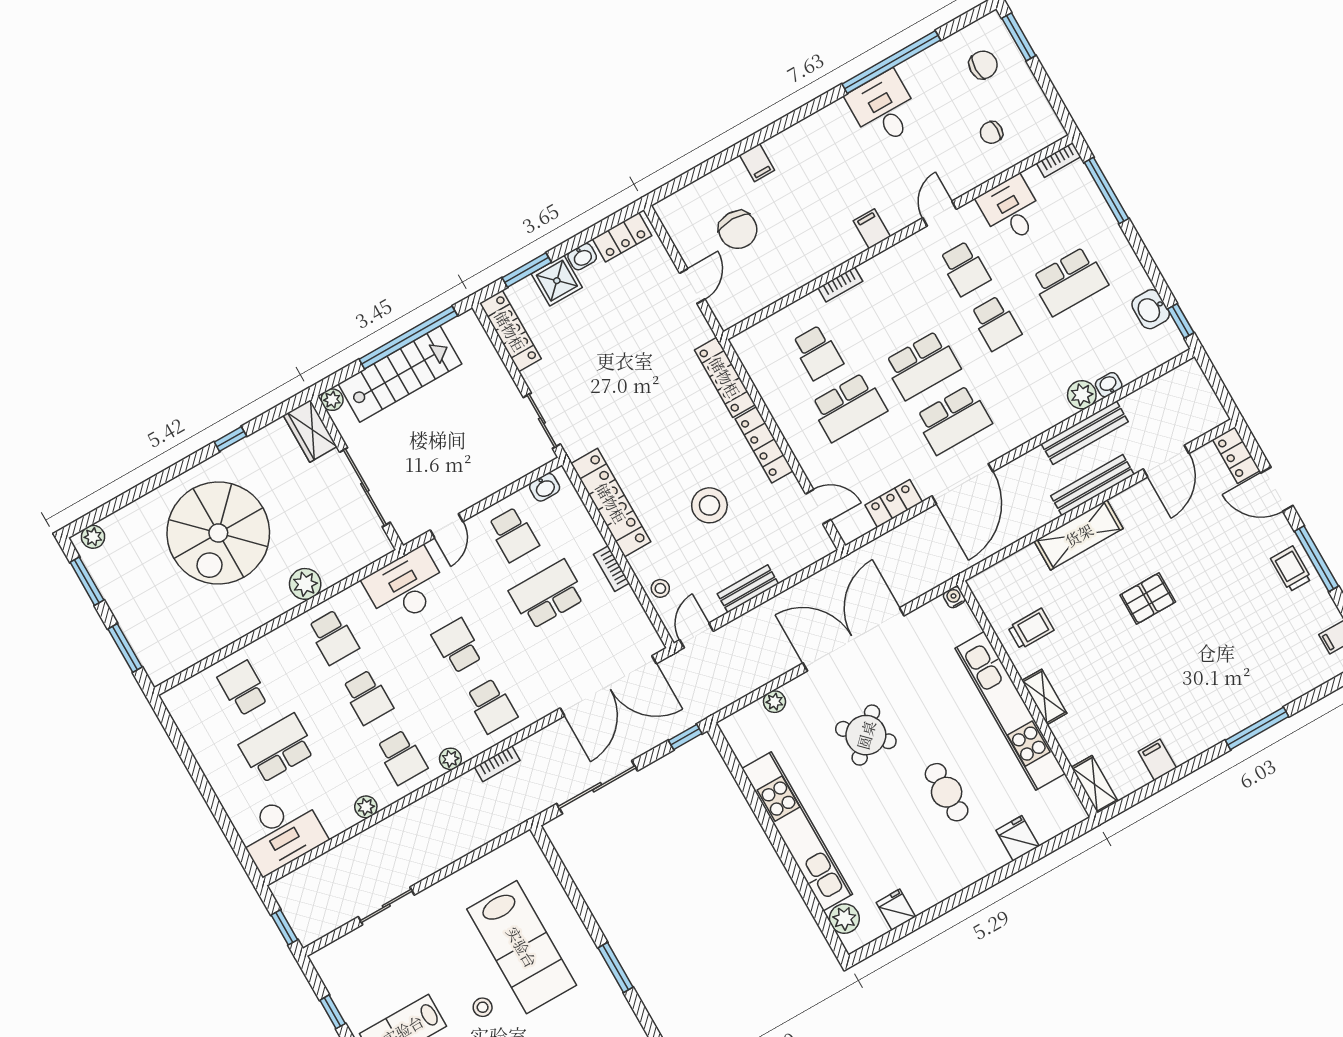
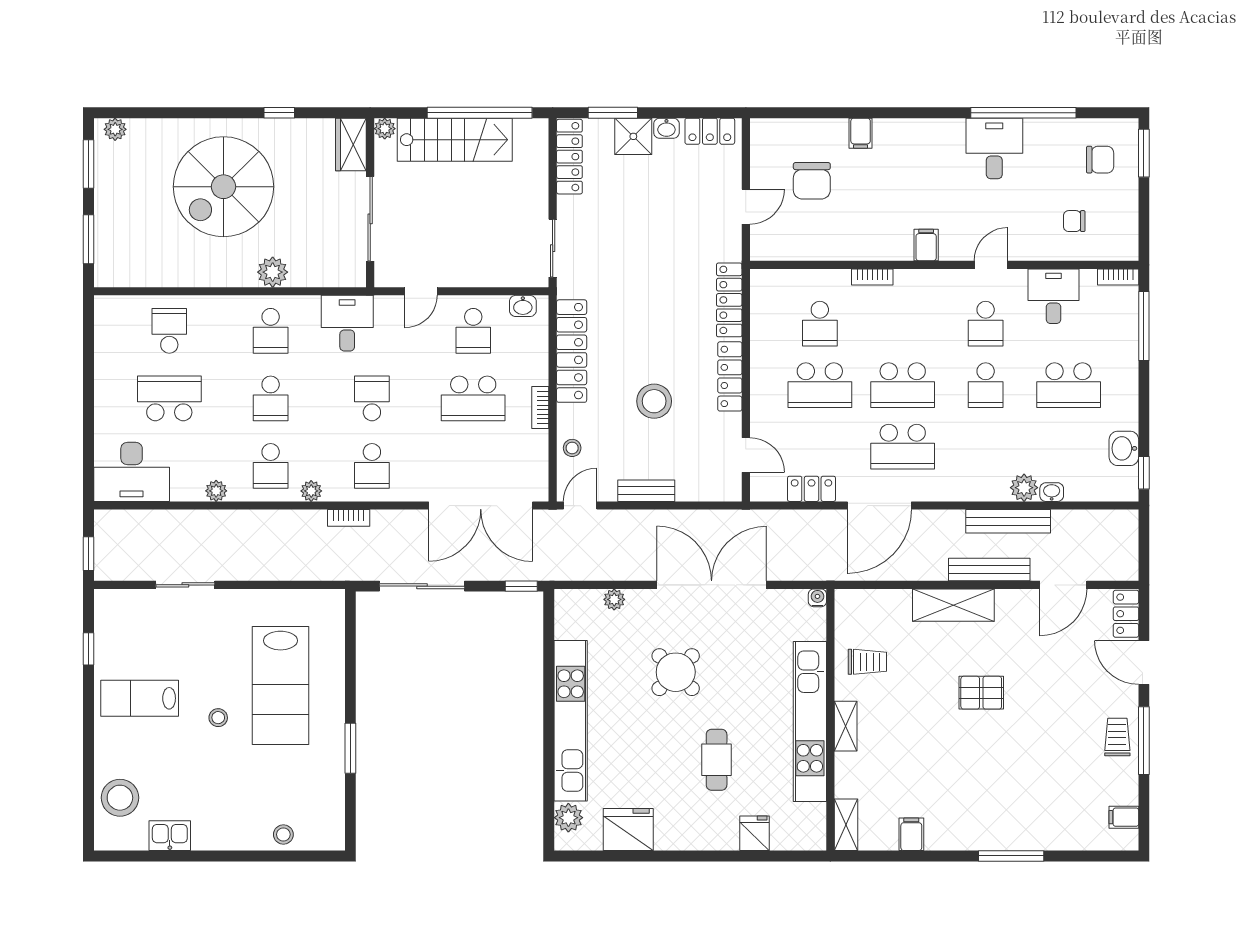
desk: (406, 587) -> (347, 323), width x0.73
school desk: (547, 594) -> (473, 398), turned 180
fridge: (896, 910) -> (628, 830), width x1.88, depth x1.34

